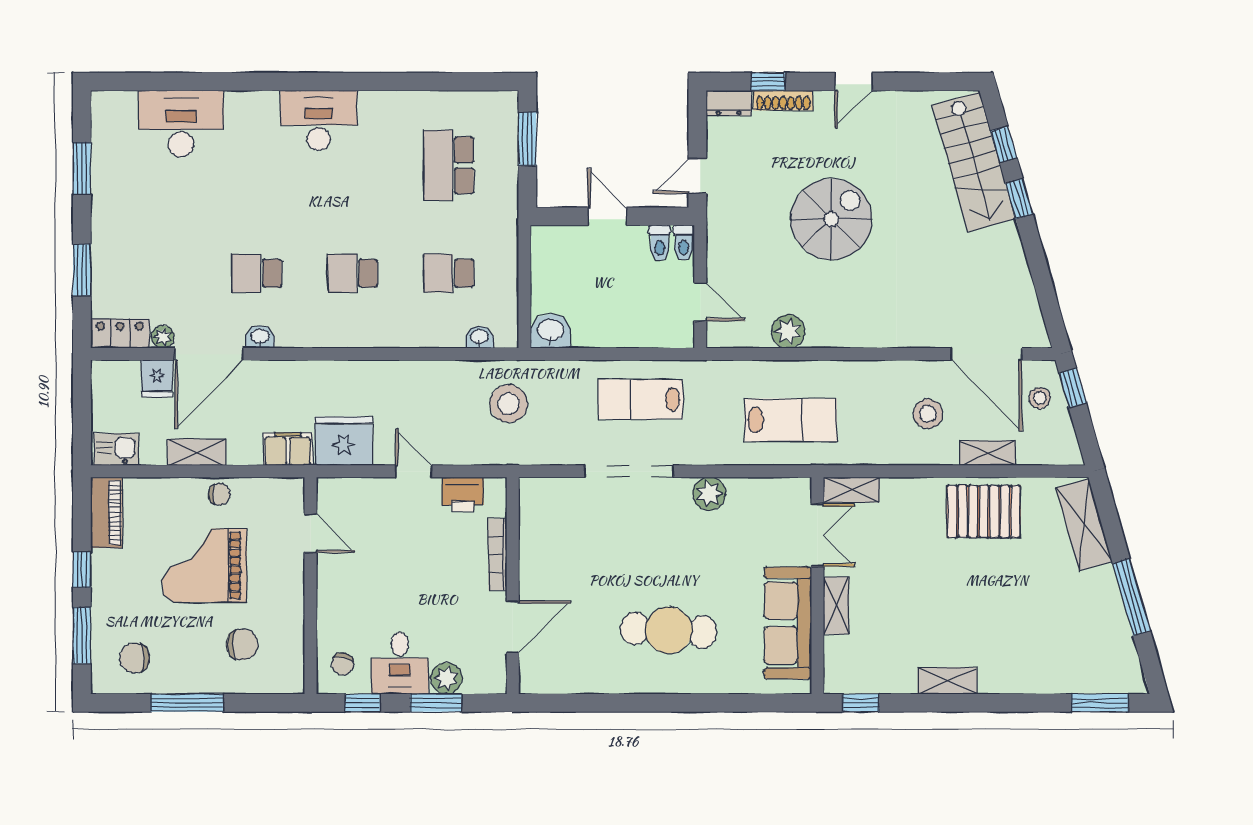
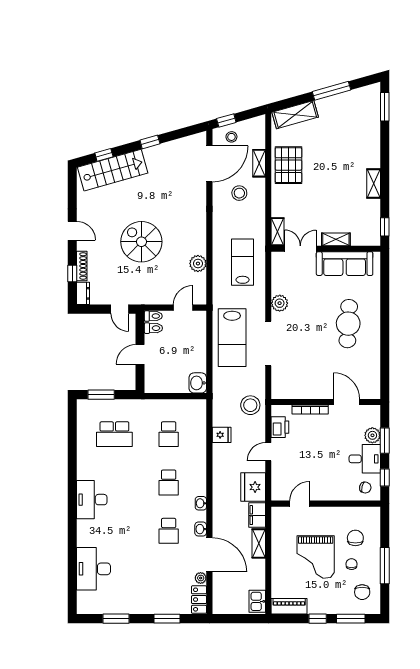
window: (1019, 199) -> (150, 142), moved
washbasin: (479, 337) -> (201, 503), moved
fridge: (157, 378) -> (222, 435), moved
lab bench: (641, 399) -> (232, 338), width x1.36, depth x1.39
stool: (509, 404) -> (250, 405), moved
shelving: (197, 452) -> (259, 543), moved
chair: (219, 494) -> (352, 564), moved

